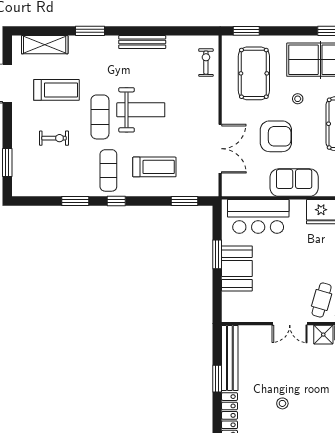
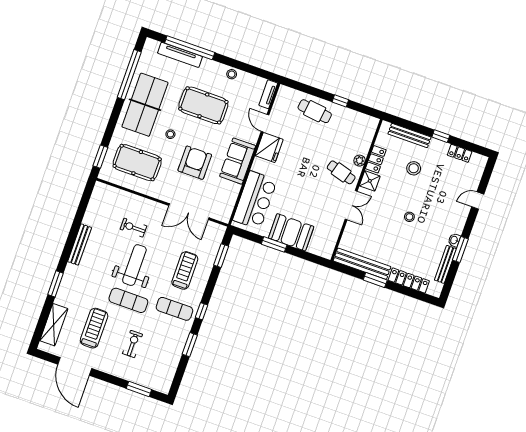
exercise bike: (206, 63) -> (133, 228), moved
double door: (220, 149) -> (189, 212), swing flipped
stool: (282, 403) -> (409, 217), moved

